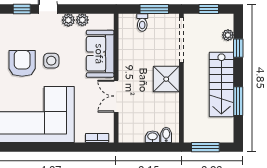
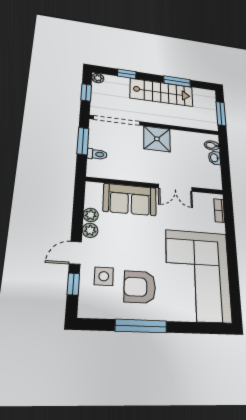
plant: (228, 35) -> (98, 78), moved
side table: (51, 61) -> (104, 276), moved

